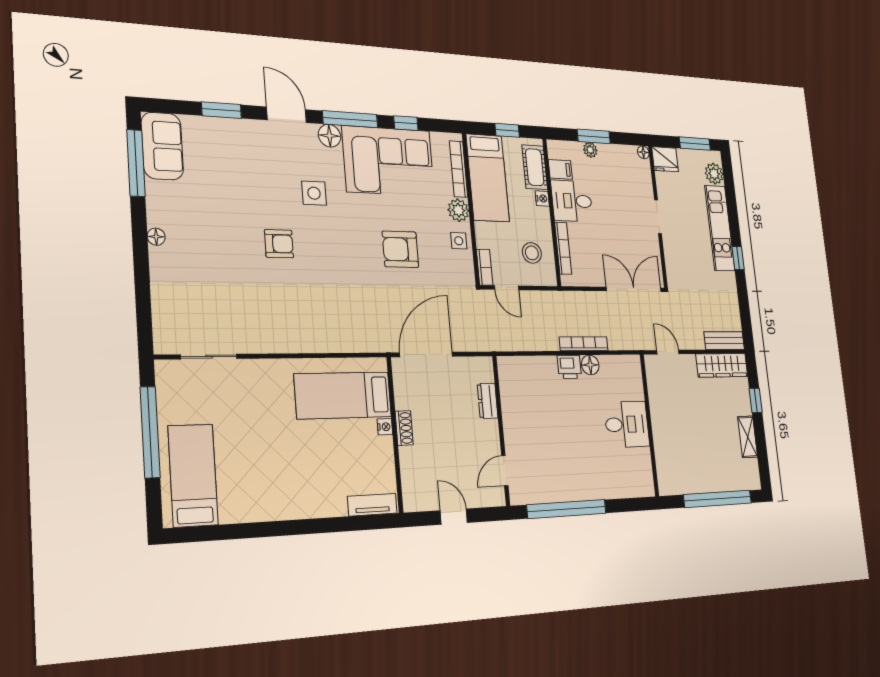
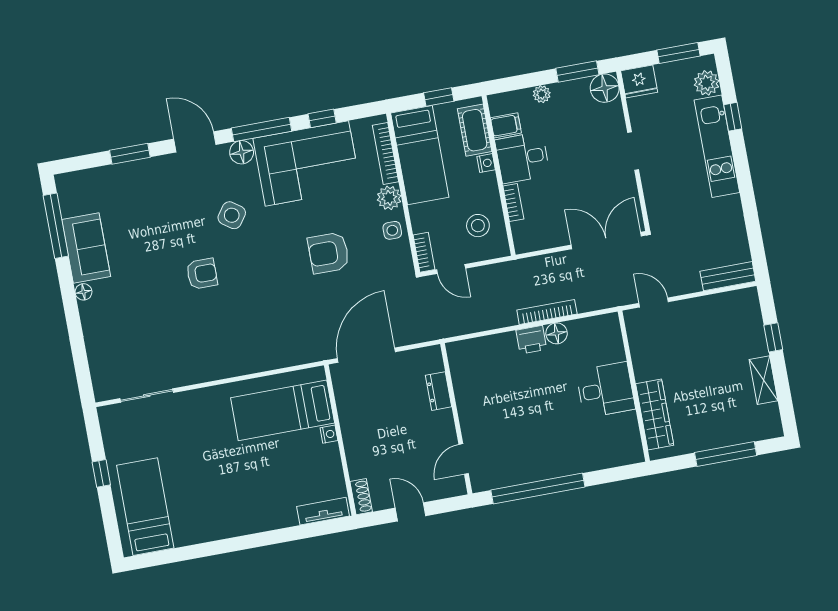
window: (594, 136) -> (577, 72), moved
sofa: (162, 146) -> (86, 248), moved
floor lamp: (643, 152) -> (605, 88), width x1.89, depth x1.89
side table: (314, 193) -> (232, 215), turned 35
bookcase: (563, 248) -> (513, 203), width x0.64
window: (738, 258) -> (733, 117), moved
wardrobe: (722, 365) -> (655, 414), moved, turned -90
shoe rack: (404, 428) -> (361, 497), moved
window: (150, 432) -> (101, 473), width x0.32
window: (718, 499) -> (726, 454), width x0.68

